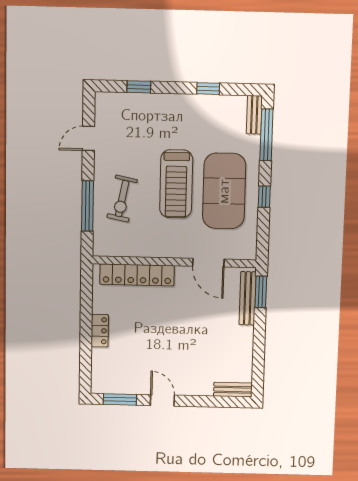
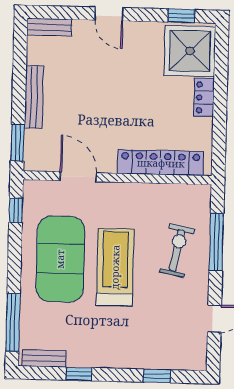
bench: (254, 115) -> (44, 358), moved, turned 90
window: (264, 197) -> (16, 210), moved
bench: (248, 298) -> (34, 97), moved
shower: (112, 370) -> (190, 51), added
window: (120, 399) -> (181, 16), width x0.67
door: (162, 400) -> (109, 14), moved

